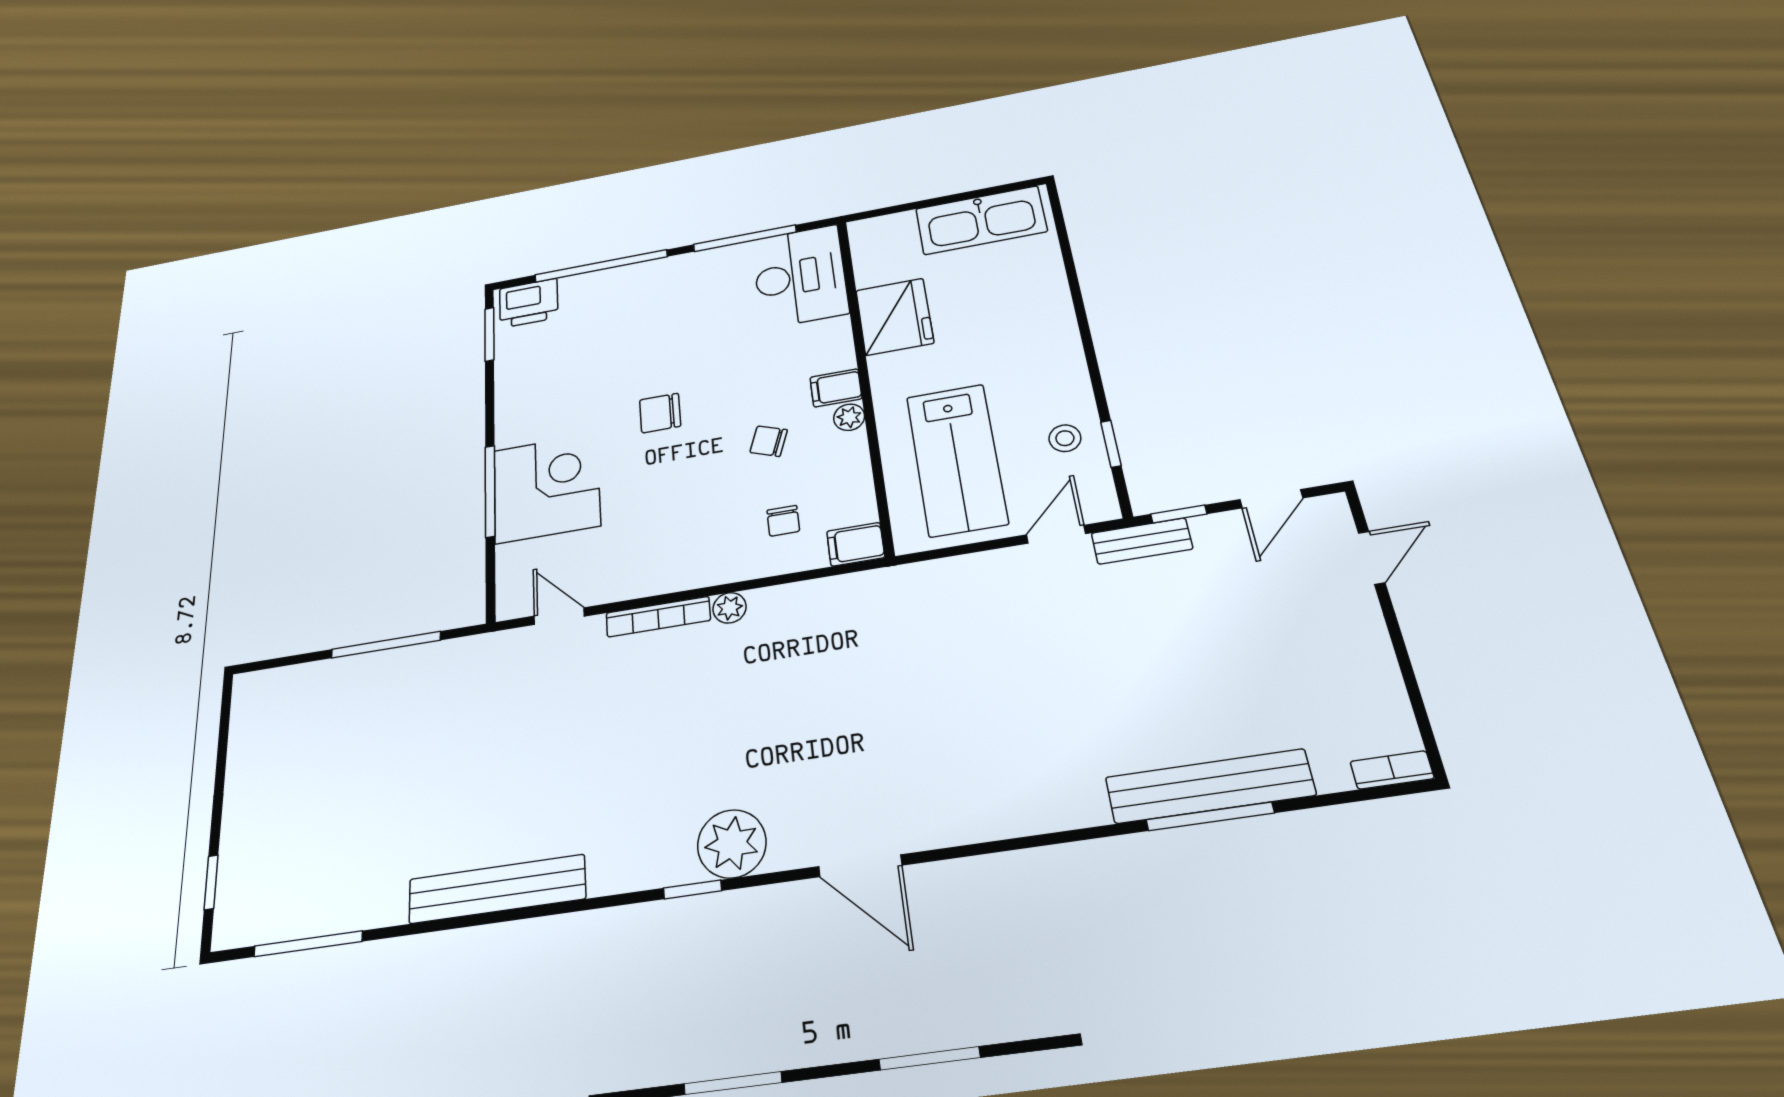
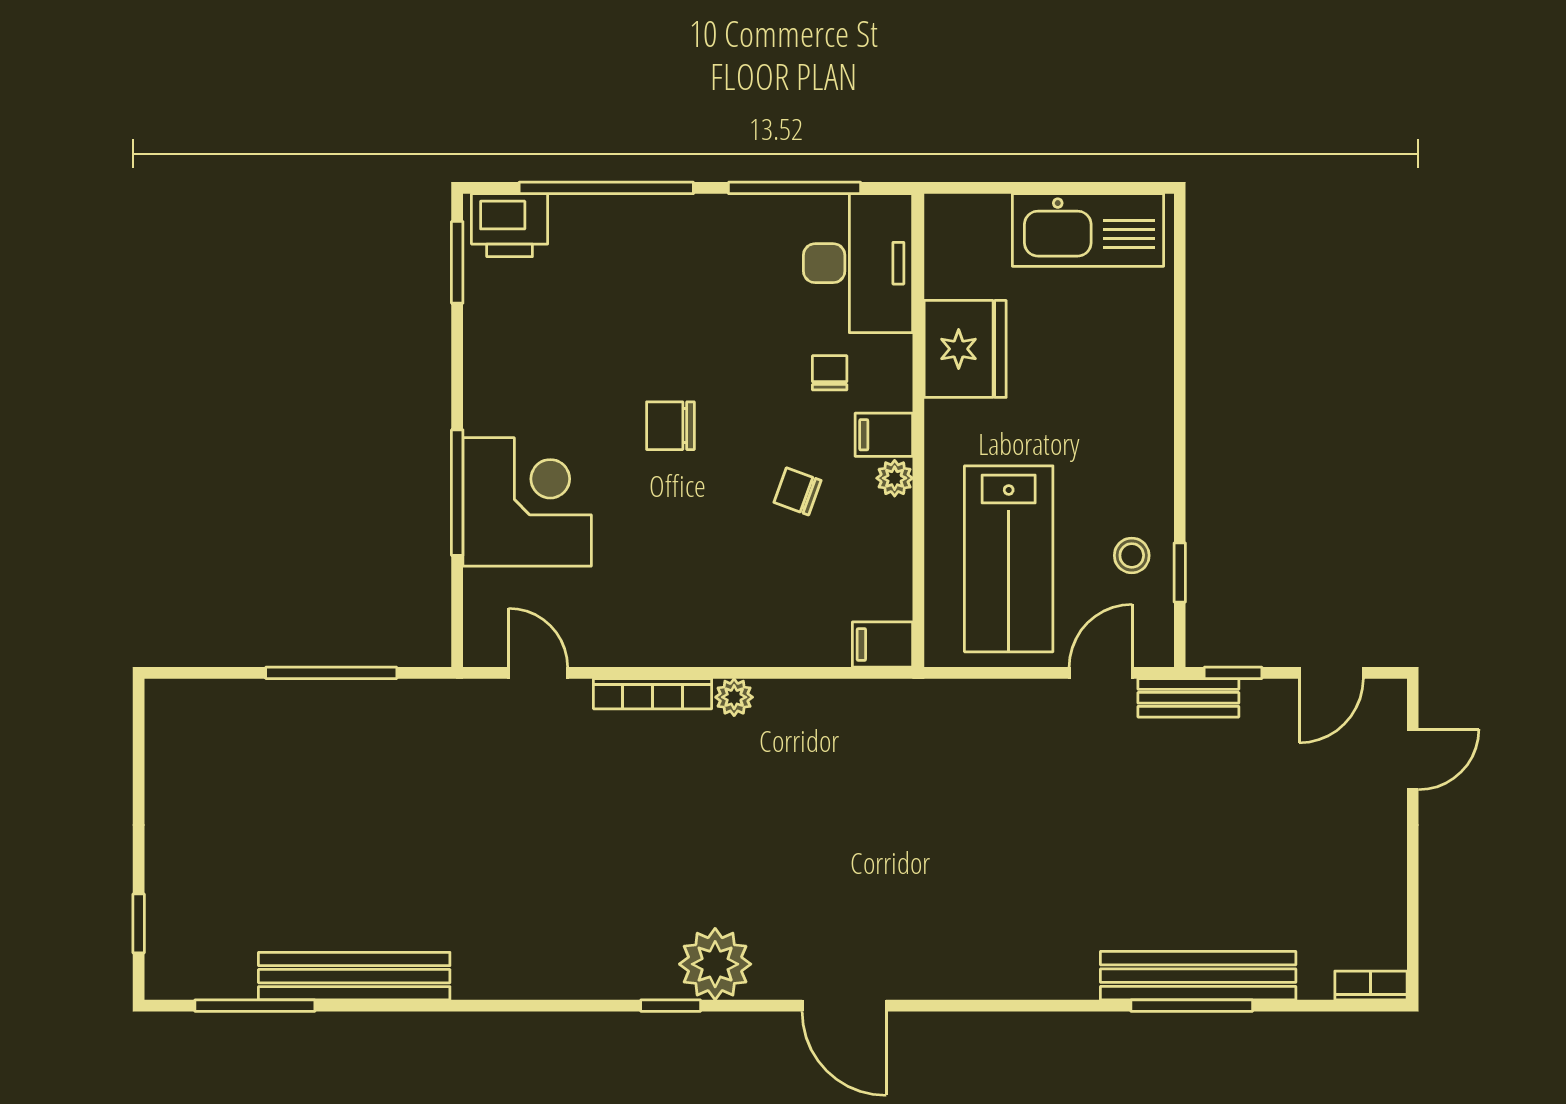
chair: (783, 521) -> (830, 373), moved, turned 180
bench: (497, 889) -> (354, 976), moved

